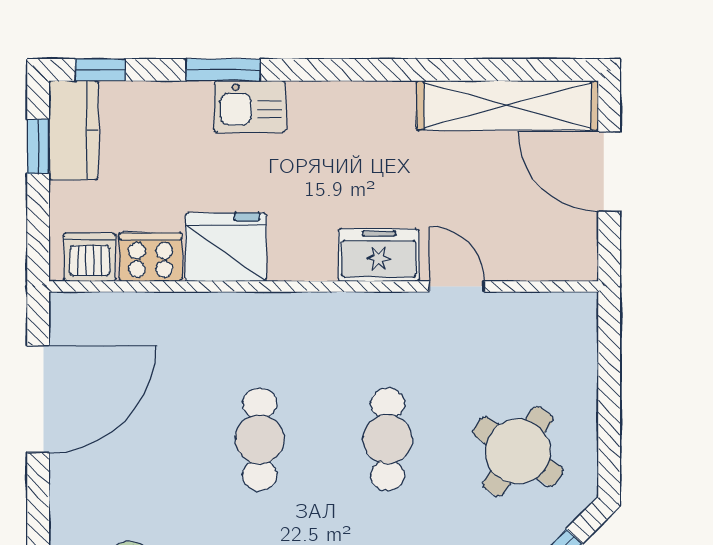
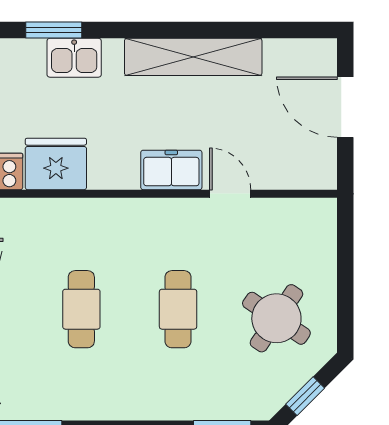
shelving: (508, 105) -> (193, 57), moved

